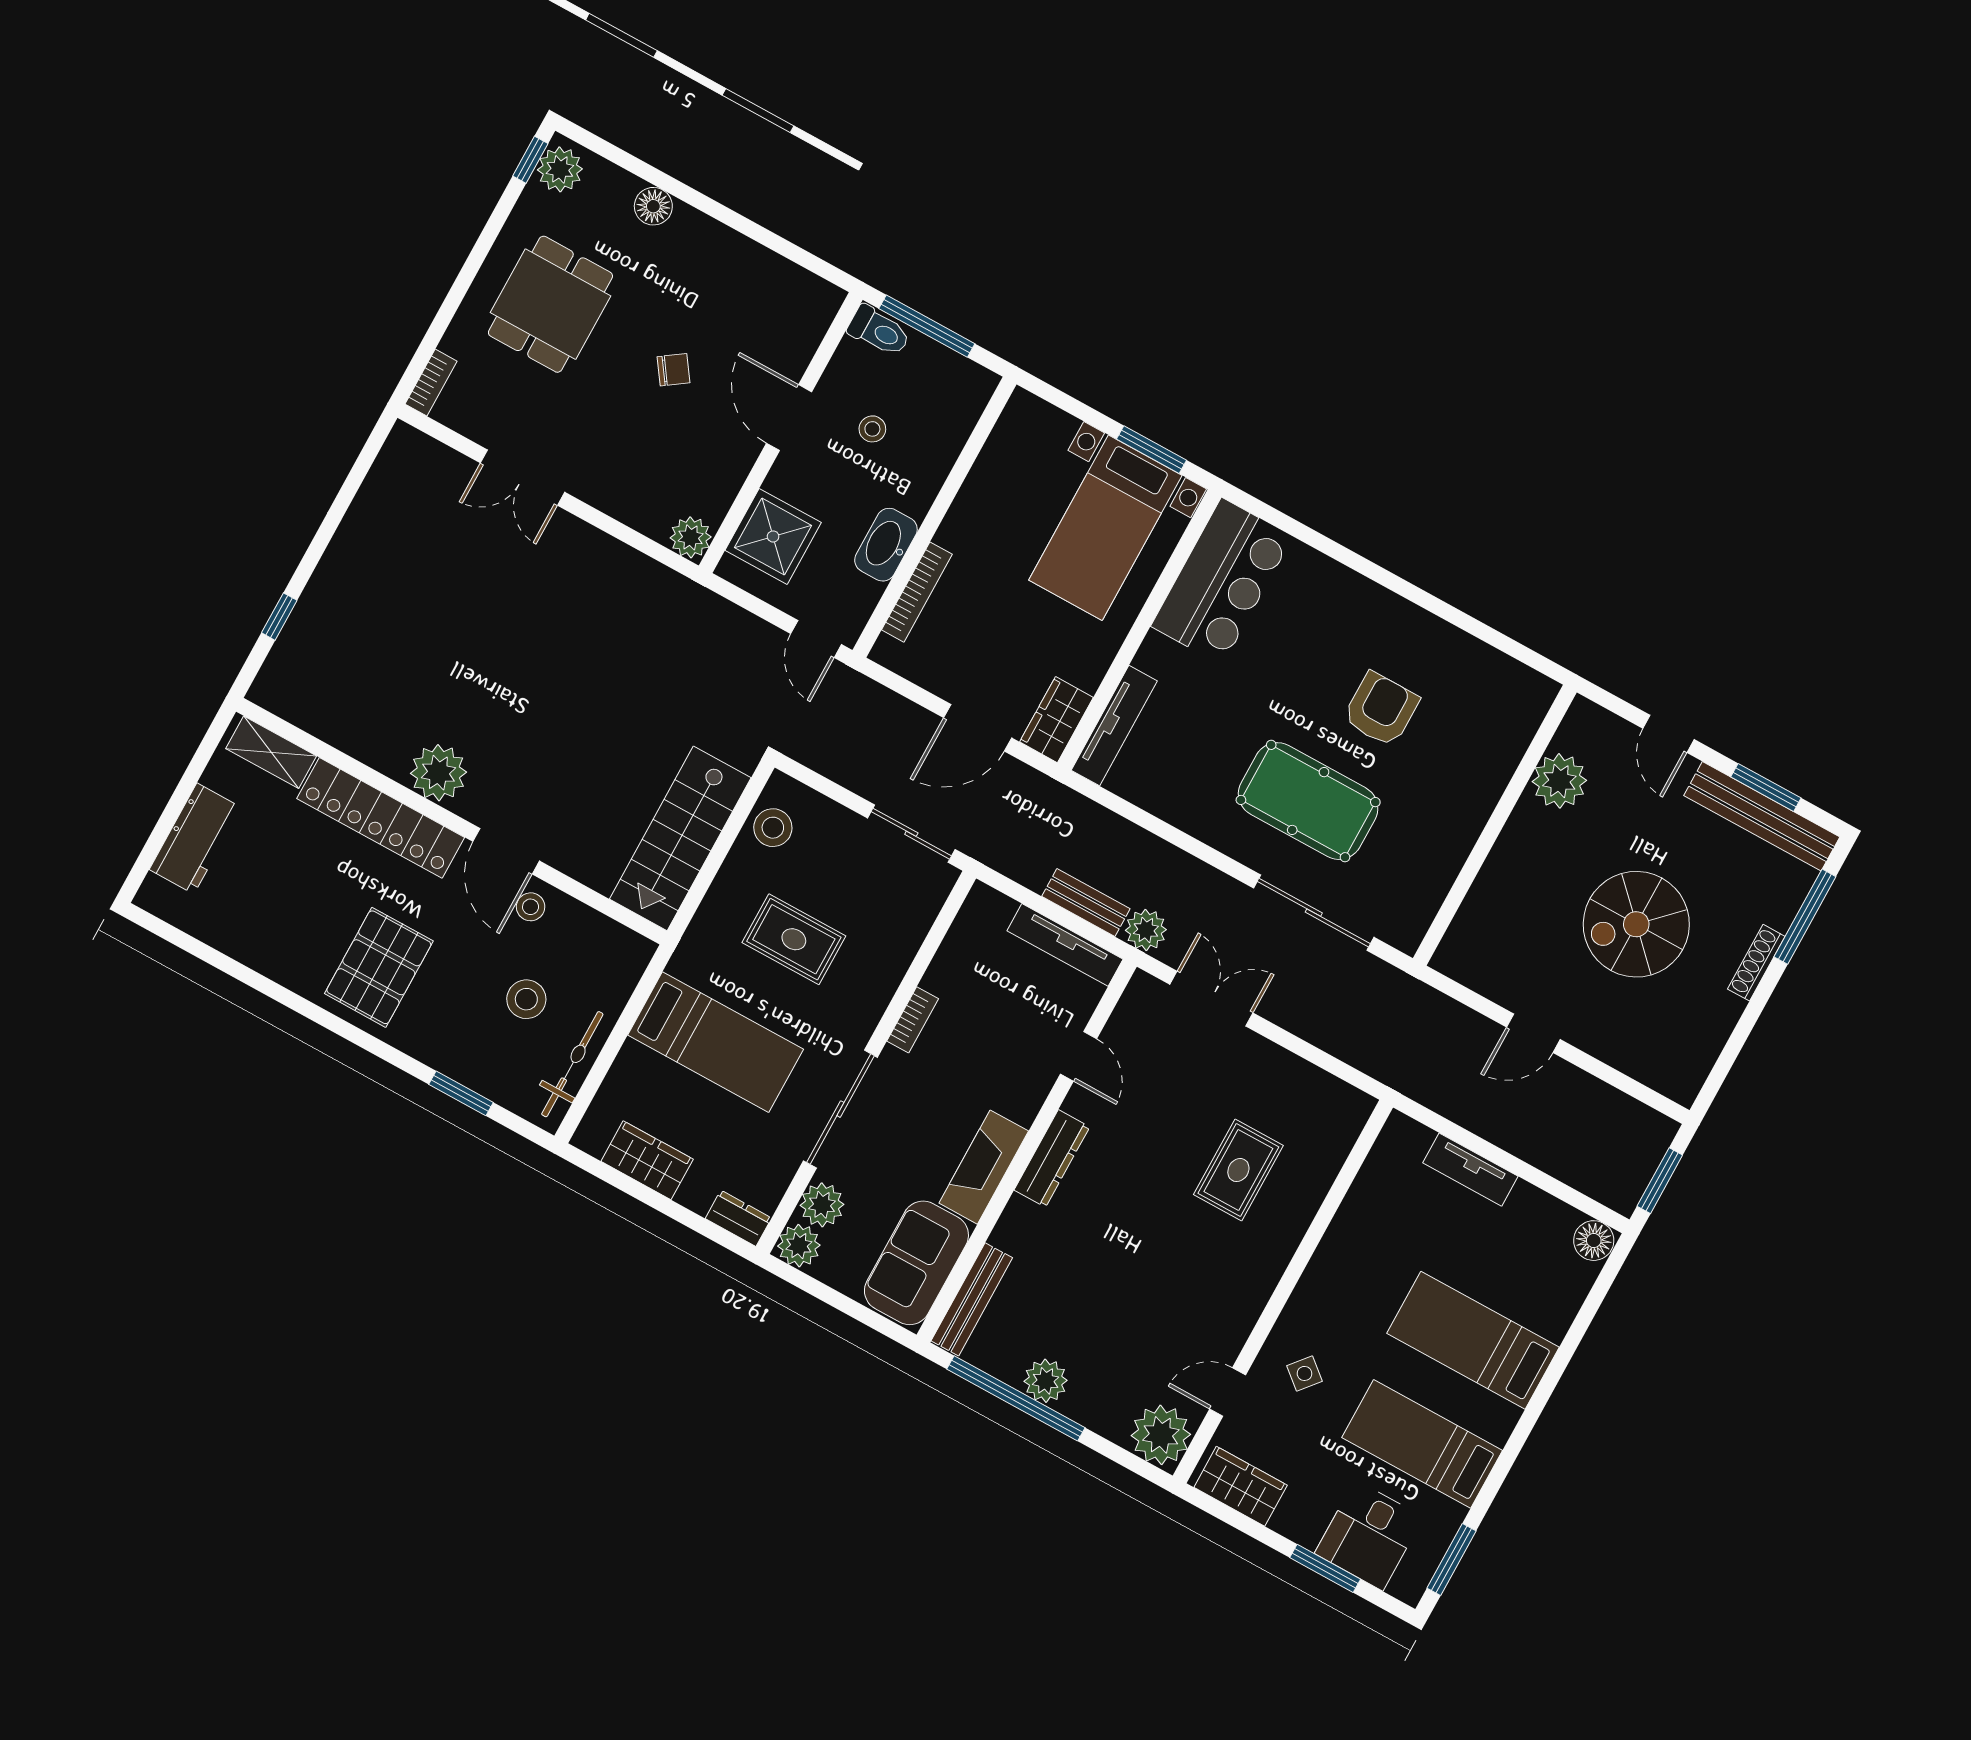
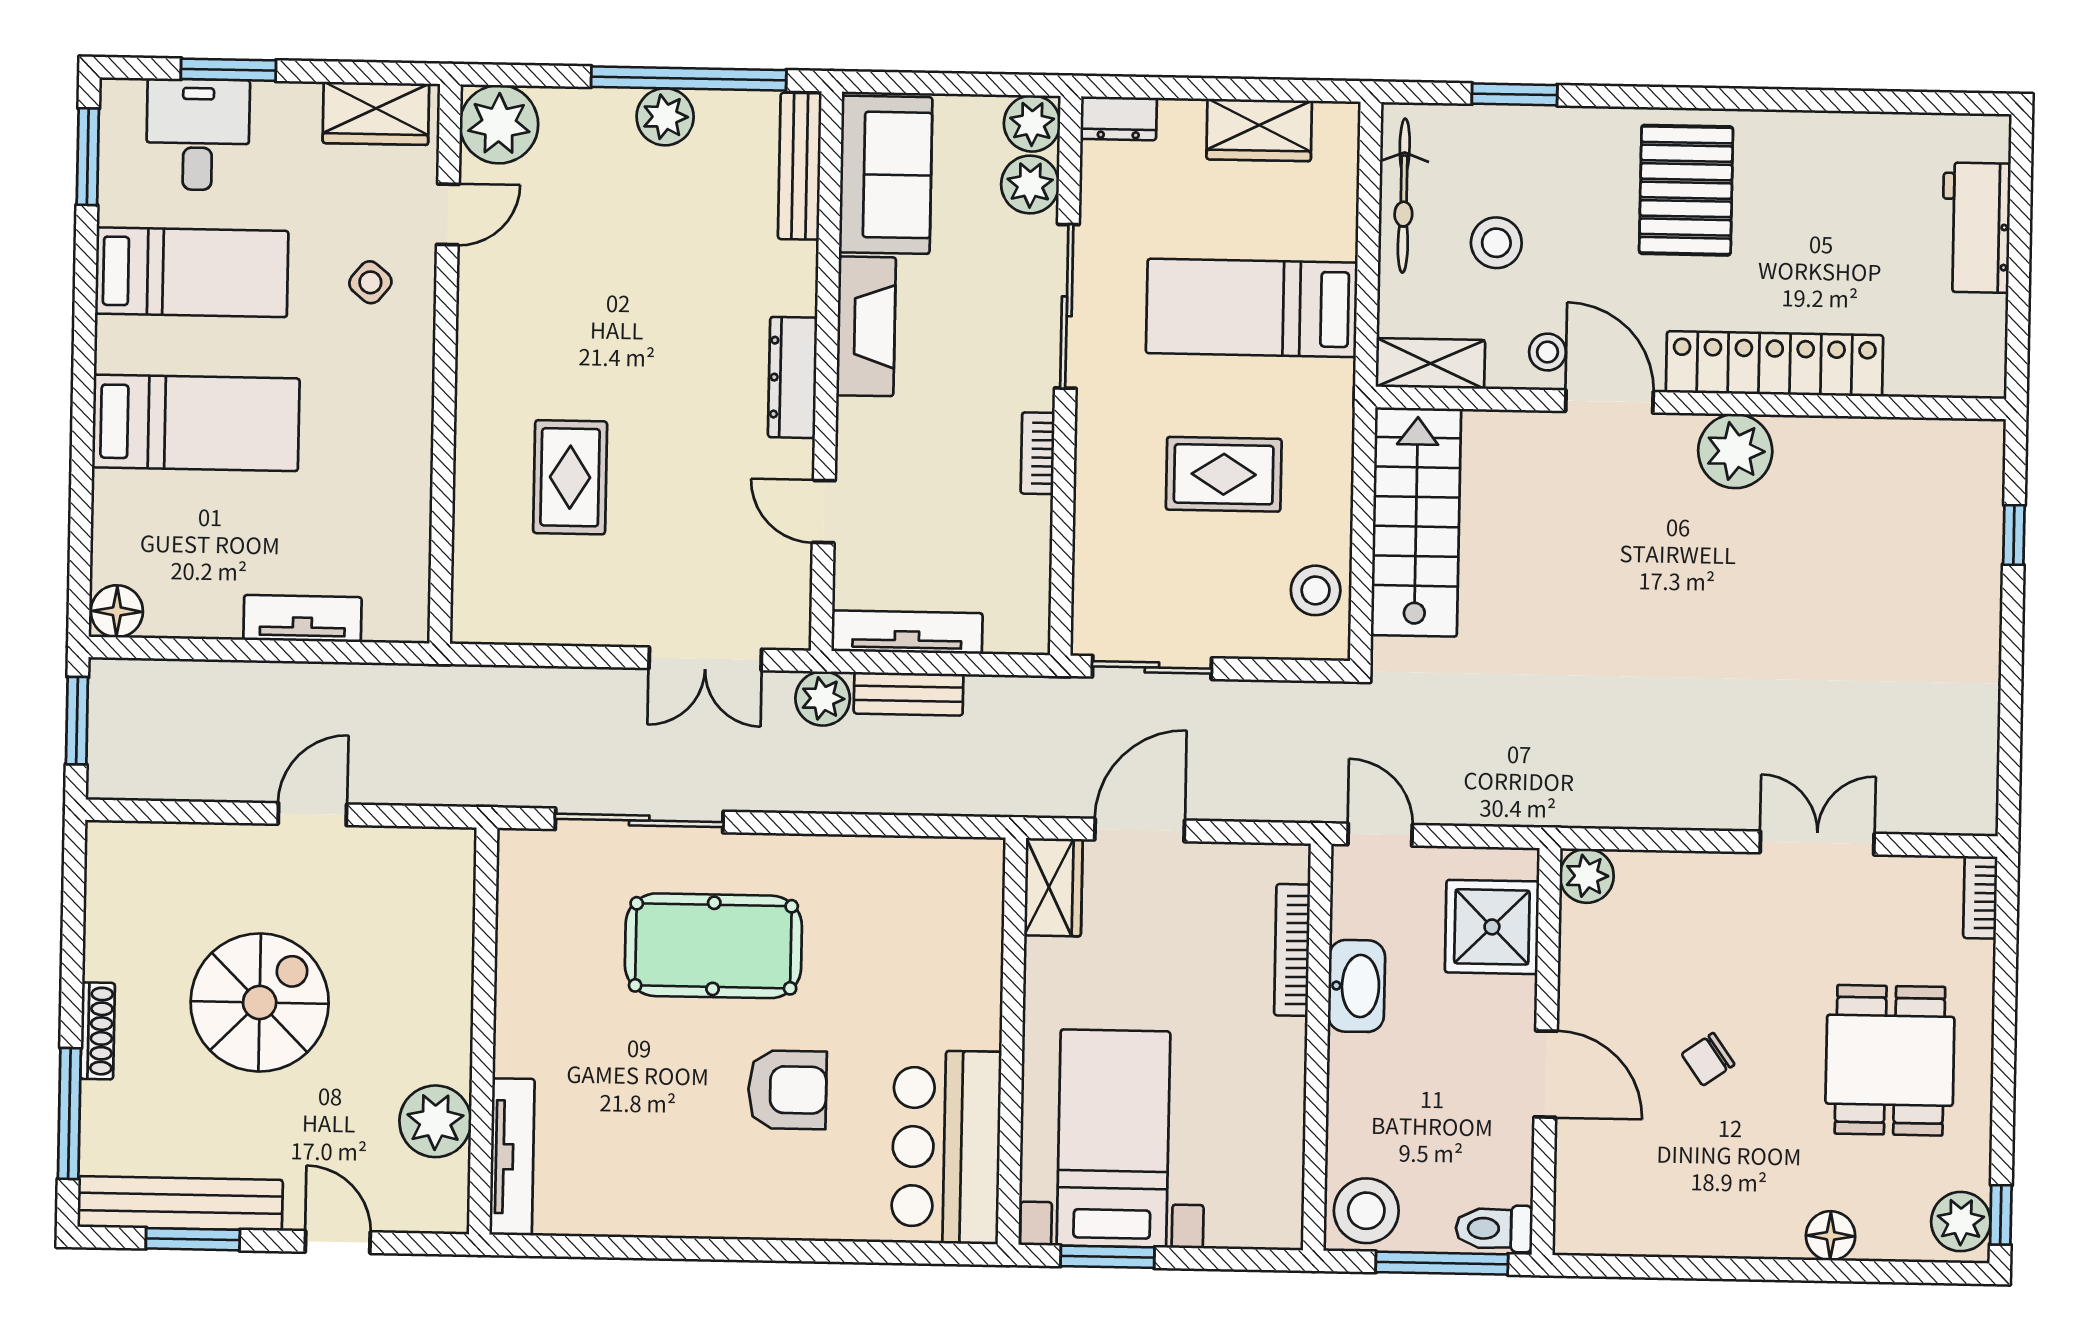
stool: (872, 429) -> (1366, 1211), moved, width x1.89, depth x1.89
armchair: (1381, 709) -> (787, 1090), moved, turned -90
tv unit: (1114, 726) -> (512, 1157), moved, turned 180
shelving: (271, 752) -> (1430, 363), moved

